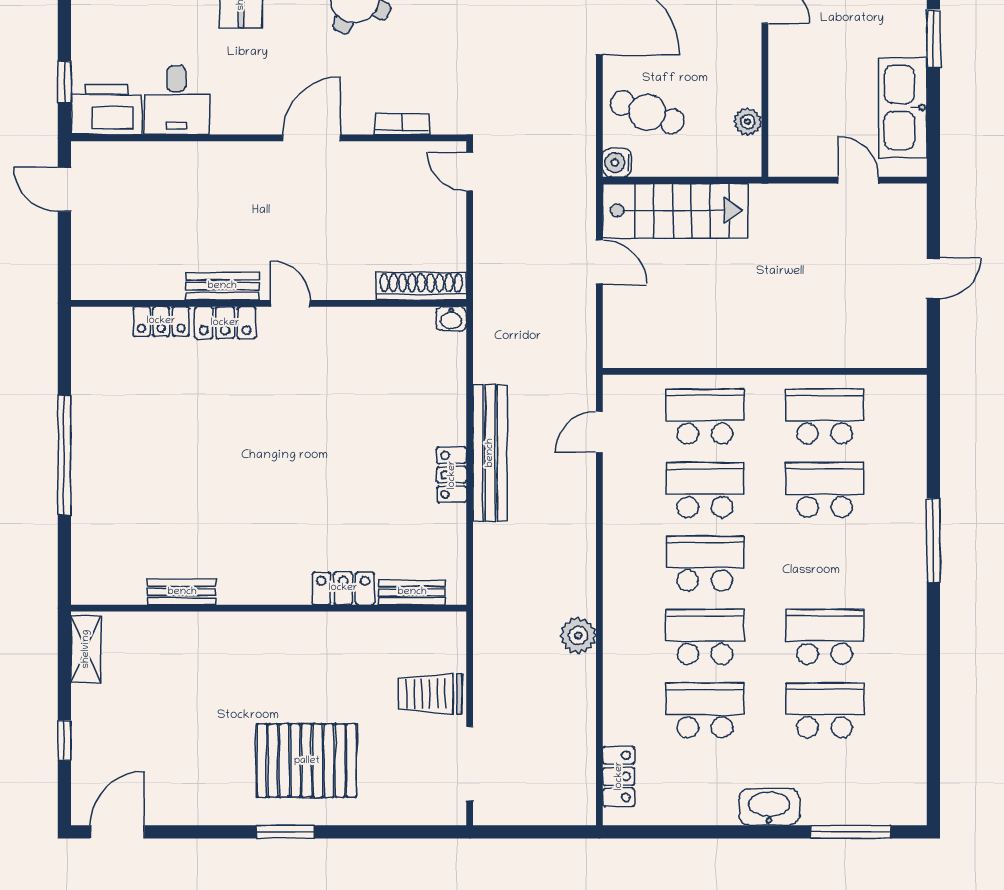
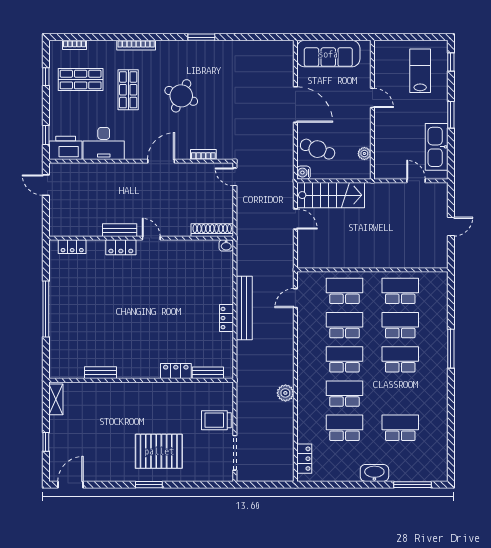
desk: (176, 100) -> (104, 143), width x1.37
locker: (161, 321) -> (72, 247), moved
school desk: (825, 637) -> (400, 359), moved

